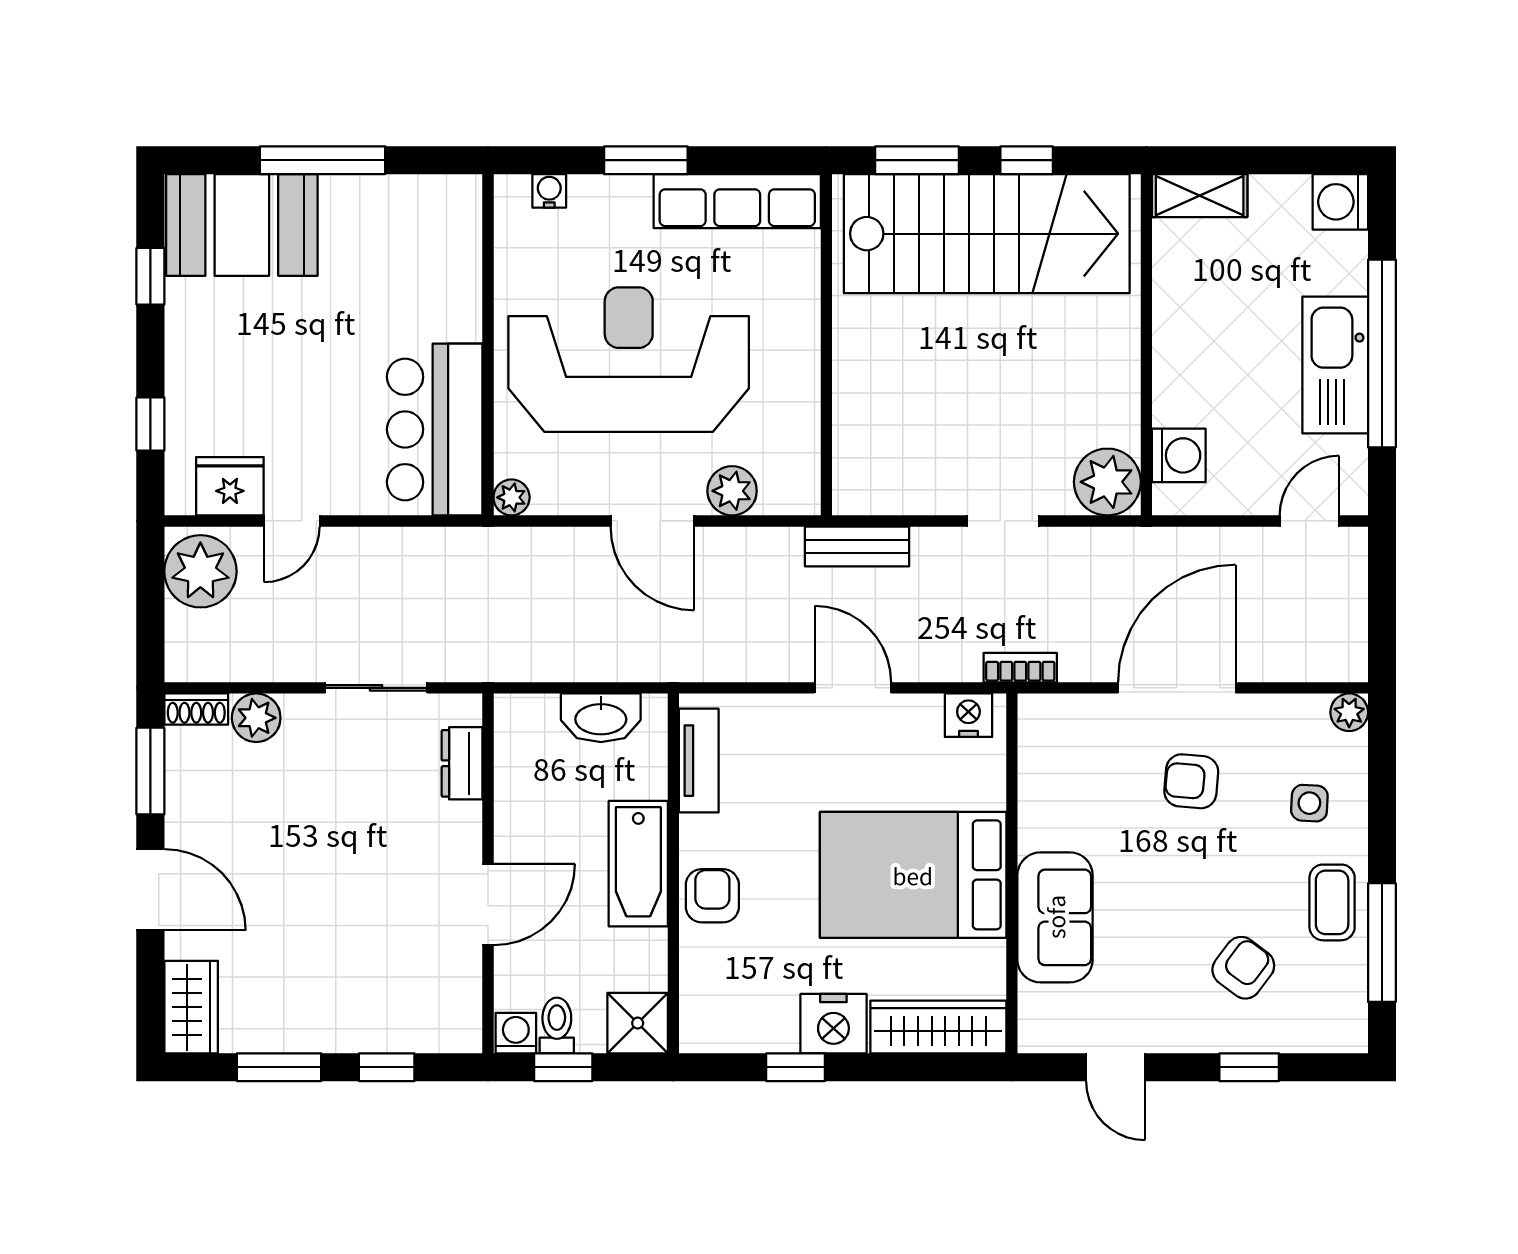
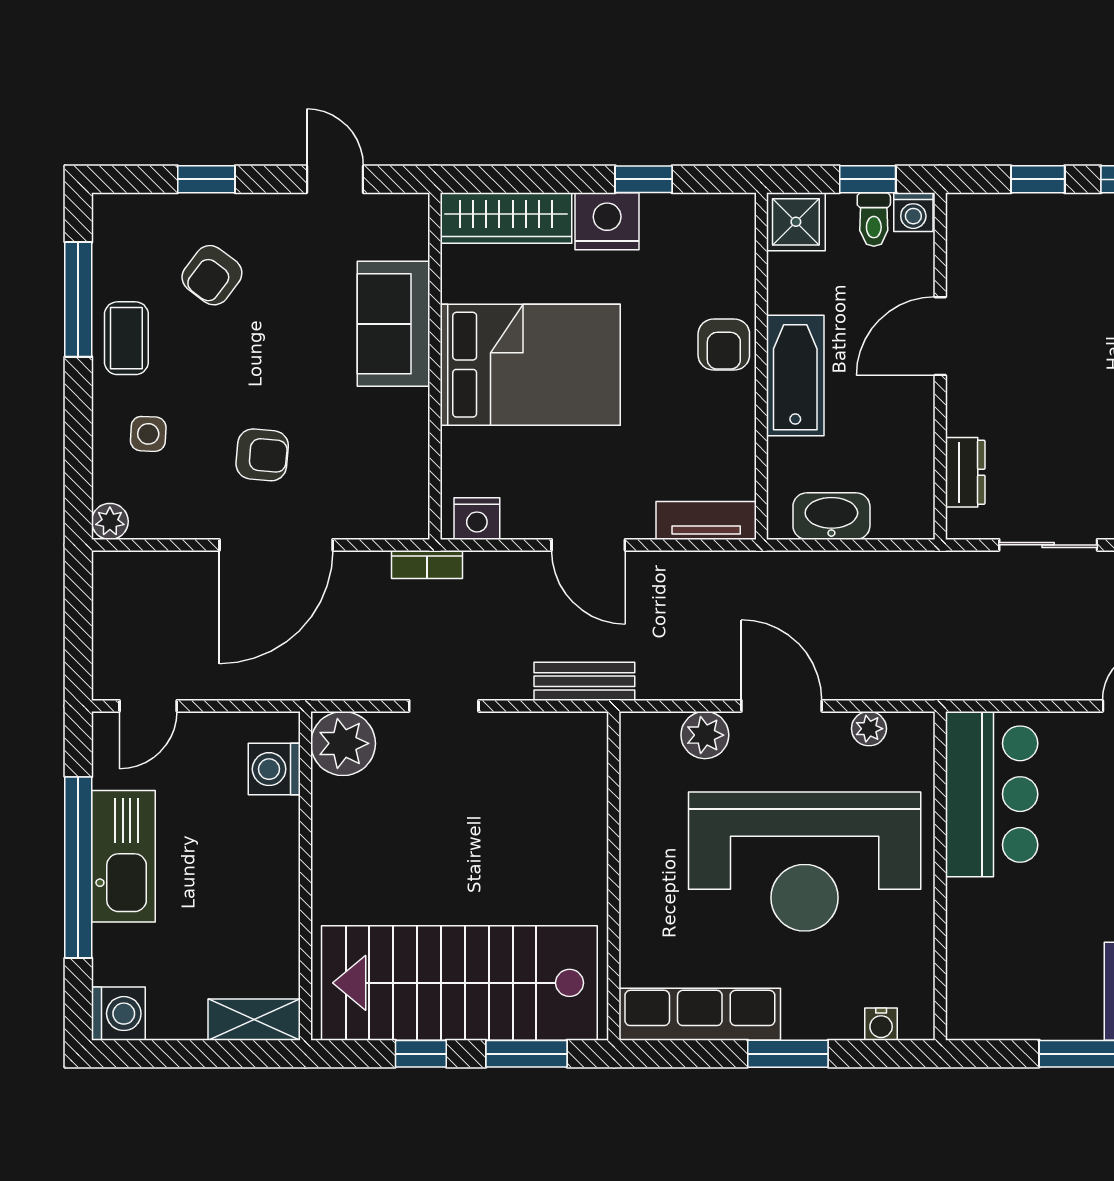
plant: (512, 497) -> (869, 729), moved
tv unit: (699, 761) -> (706, 521), moved, turned 90

